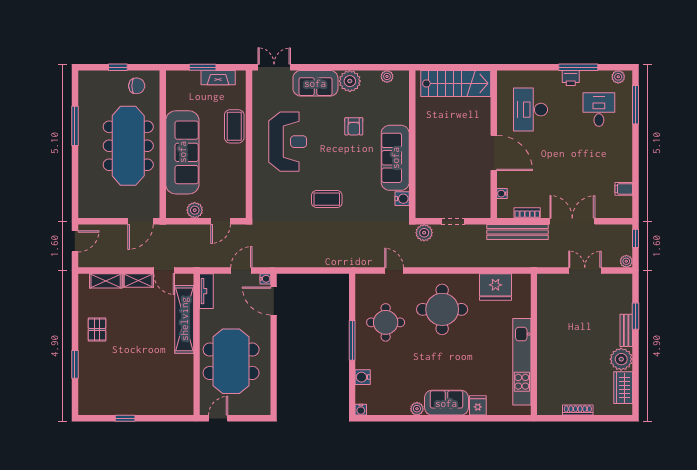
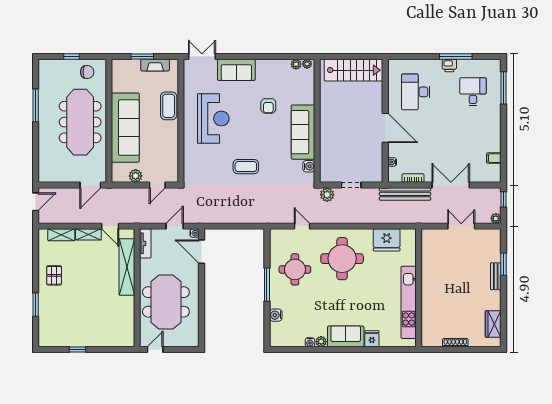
plant: (618, 77) -> (489, 64), removed
plant: (350, 81) -> (307, 64), moved, width x0.53, depth x0.53
plant: (621, 359) -> (492, 300), removed
water cooler: (361, 410) -> (310, 342), moved

